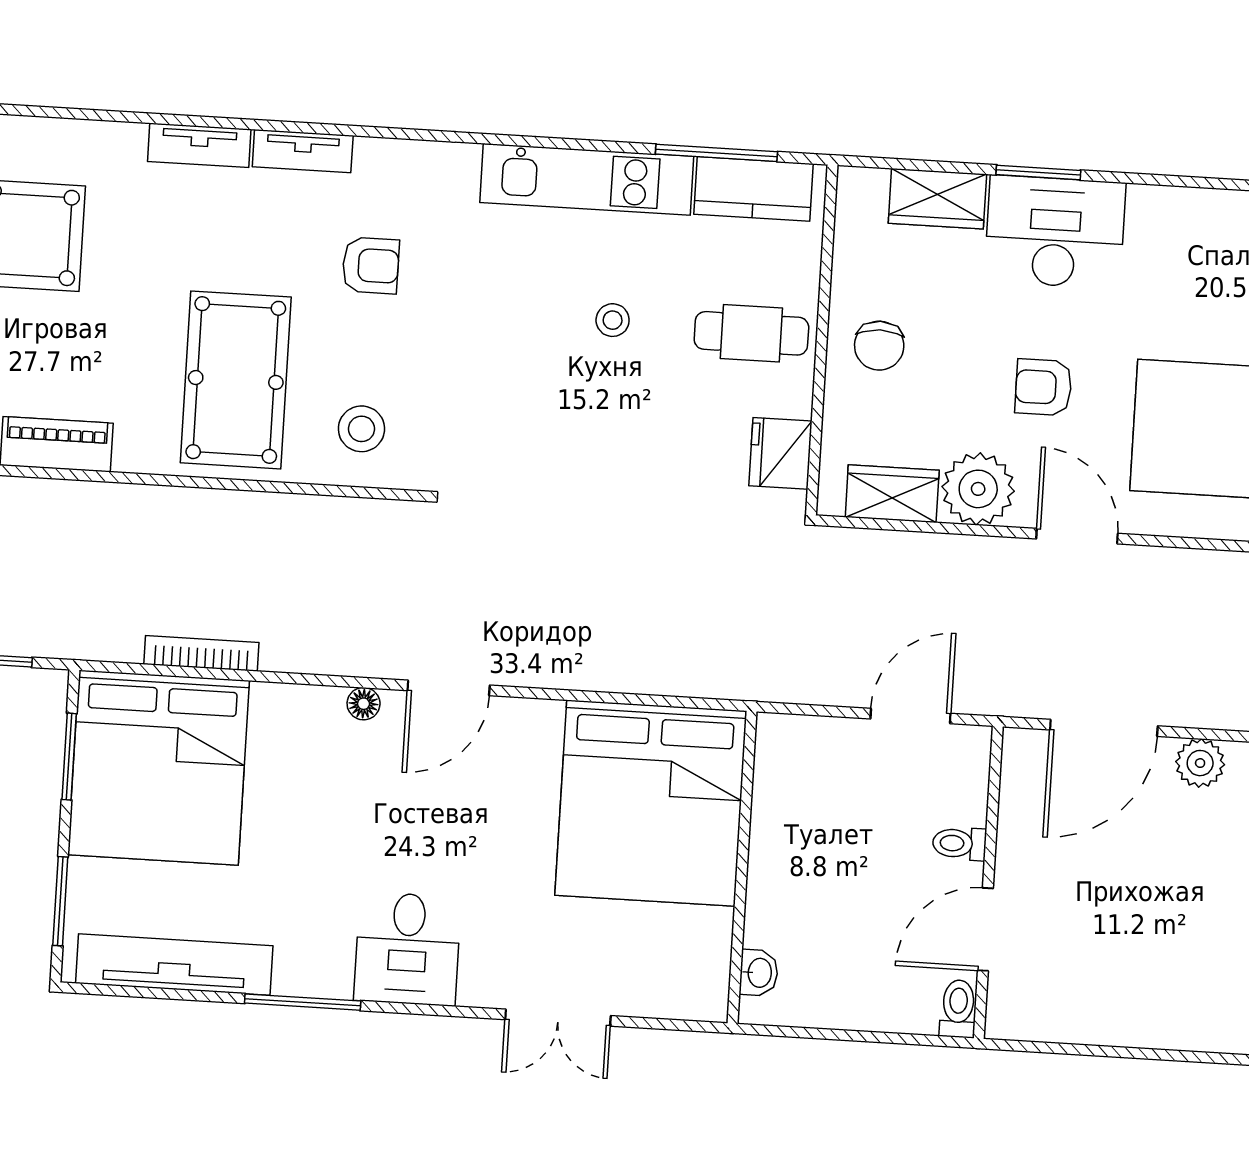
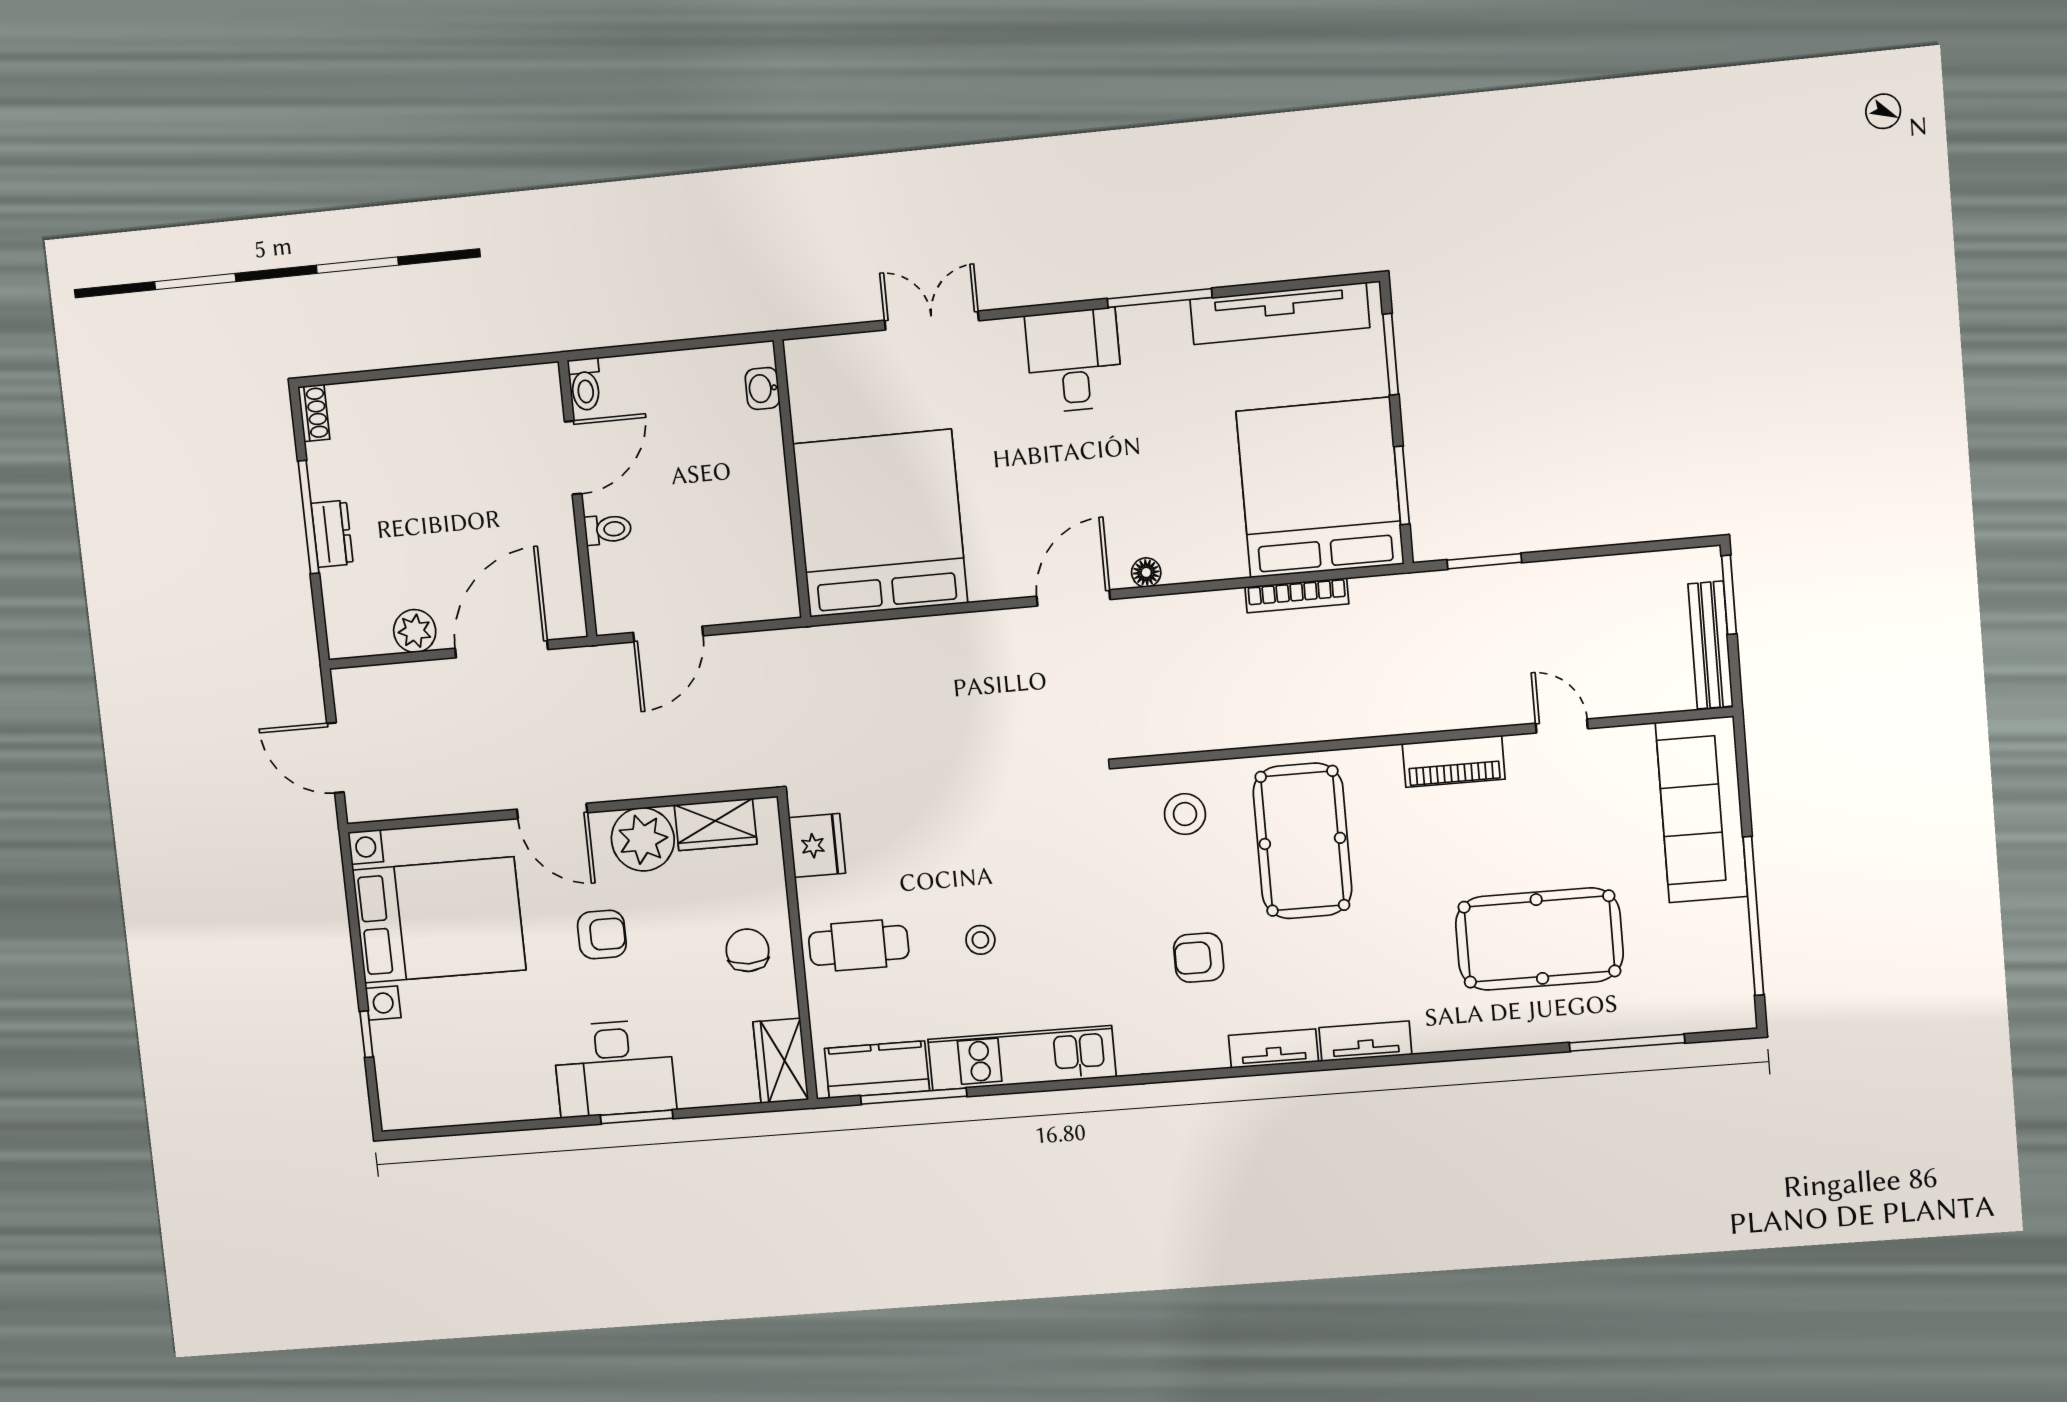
wardrobe: (937, 199) -> (781, 1061), moved, turned -90

